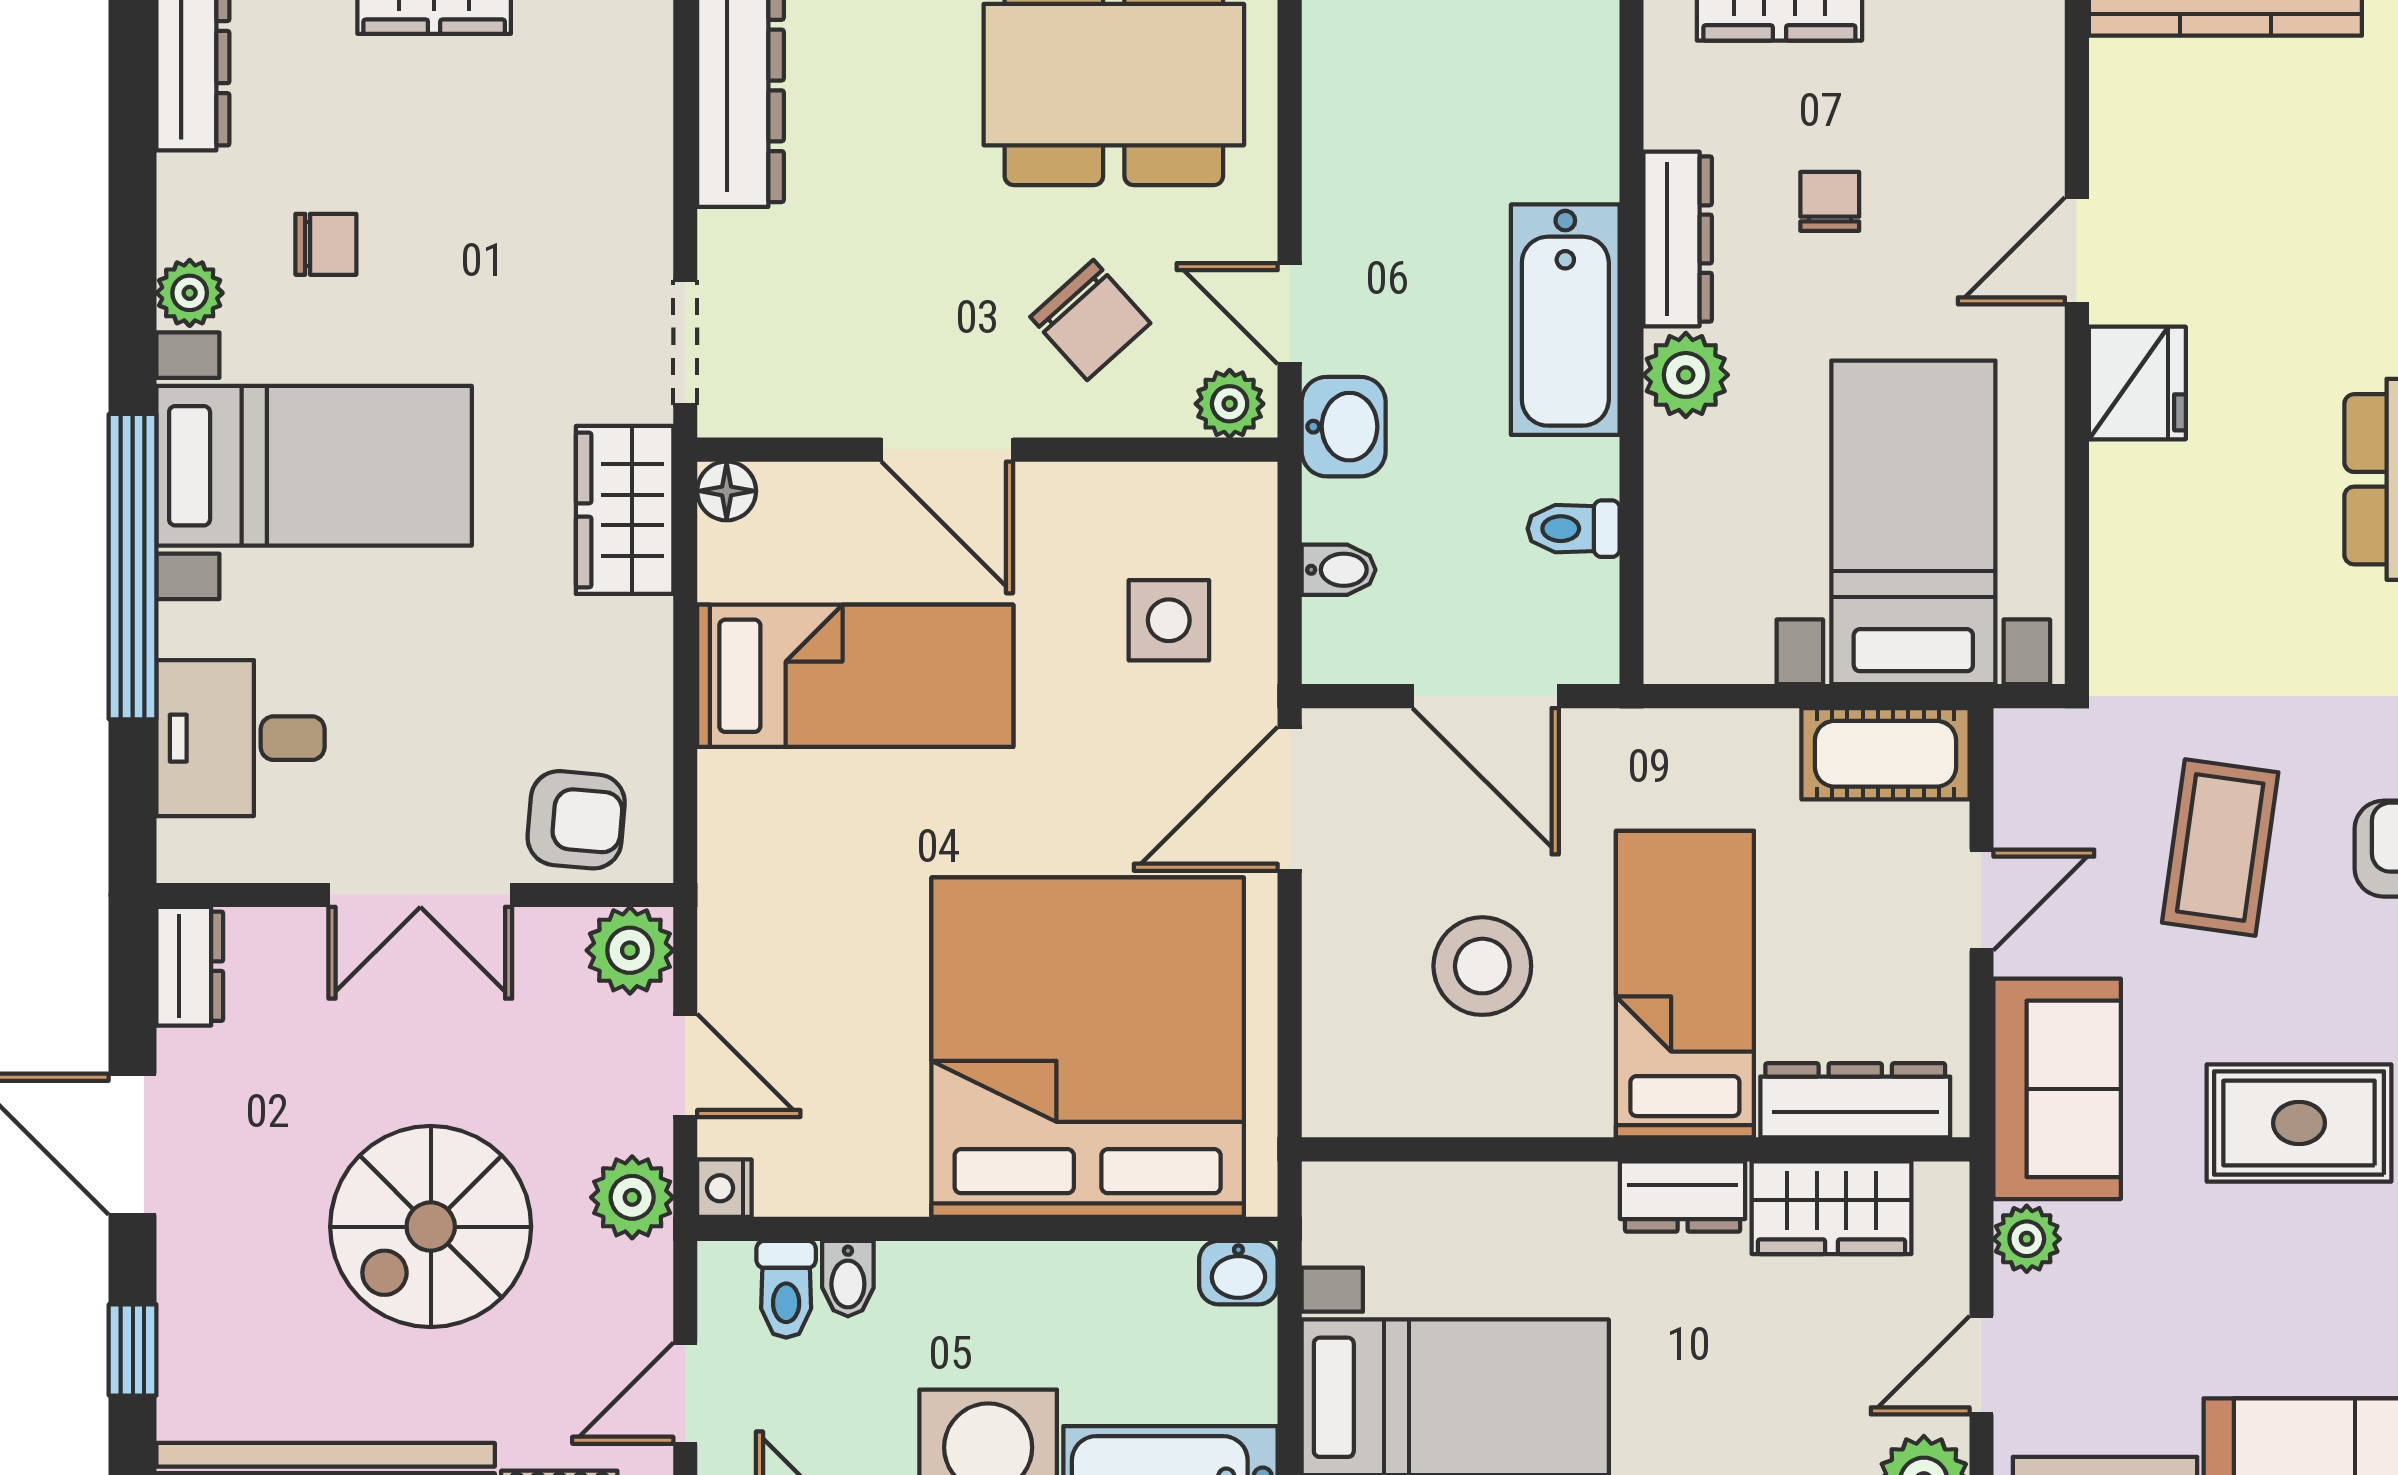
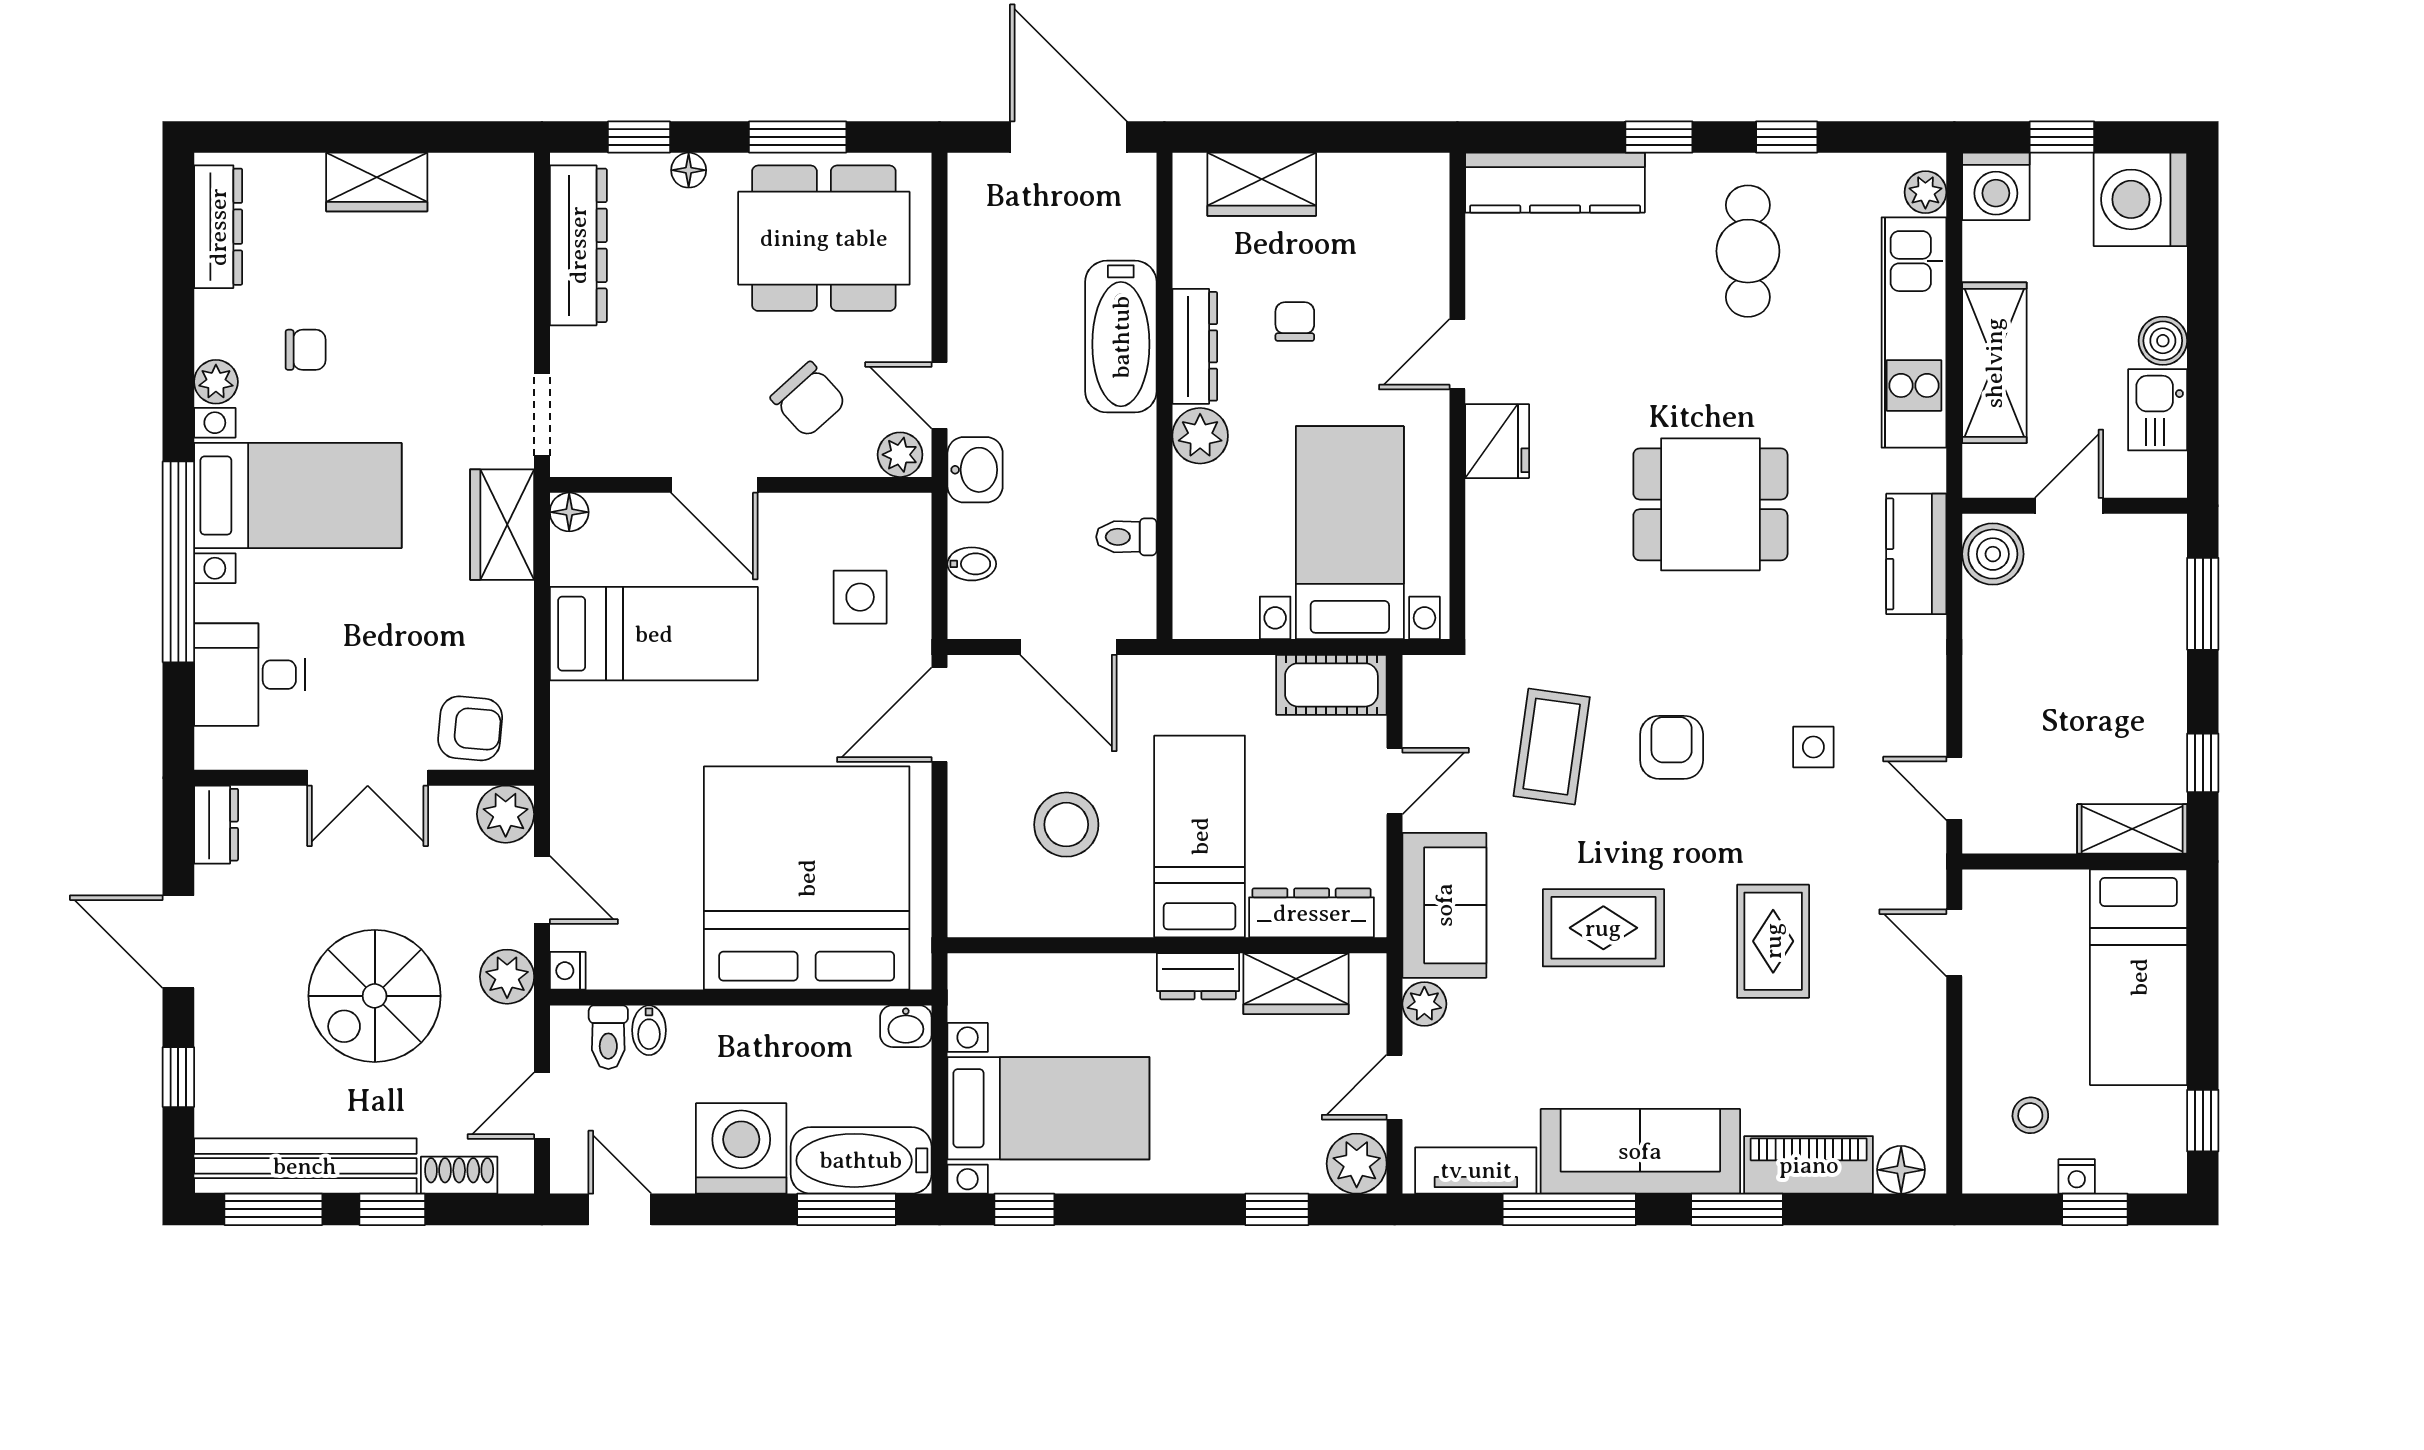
bathtub: (1565, 320) -> (1121, 337), moved

